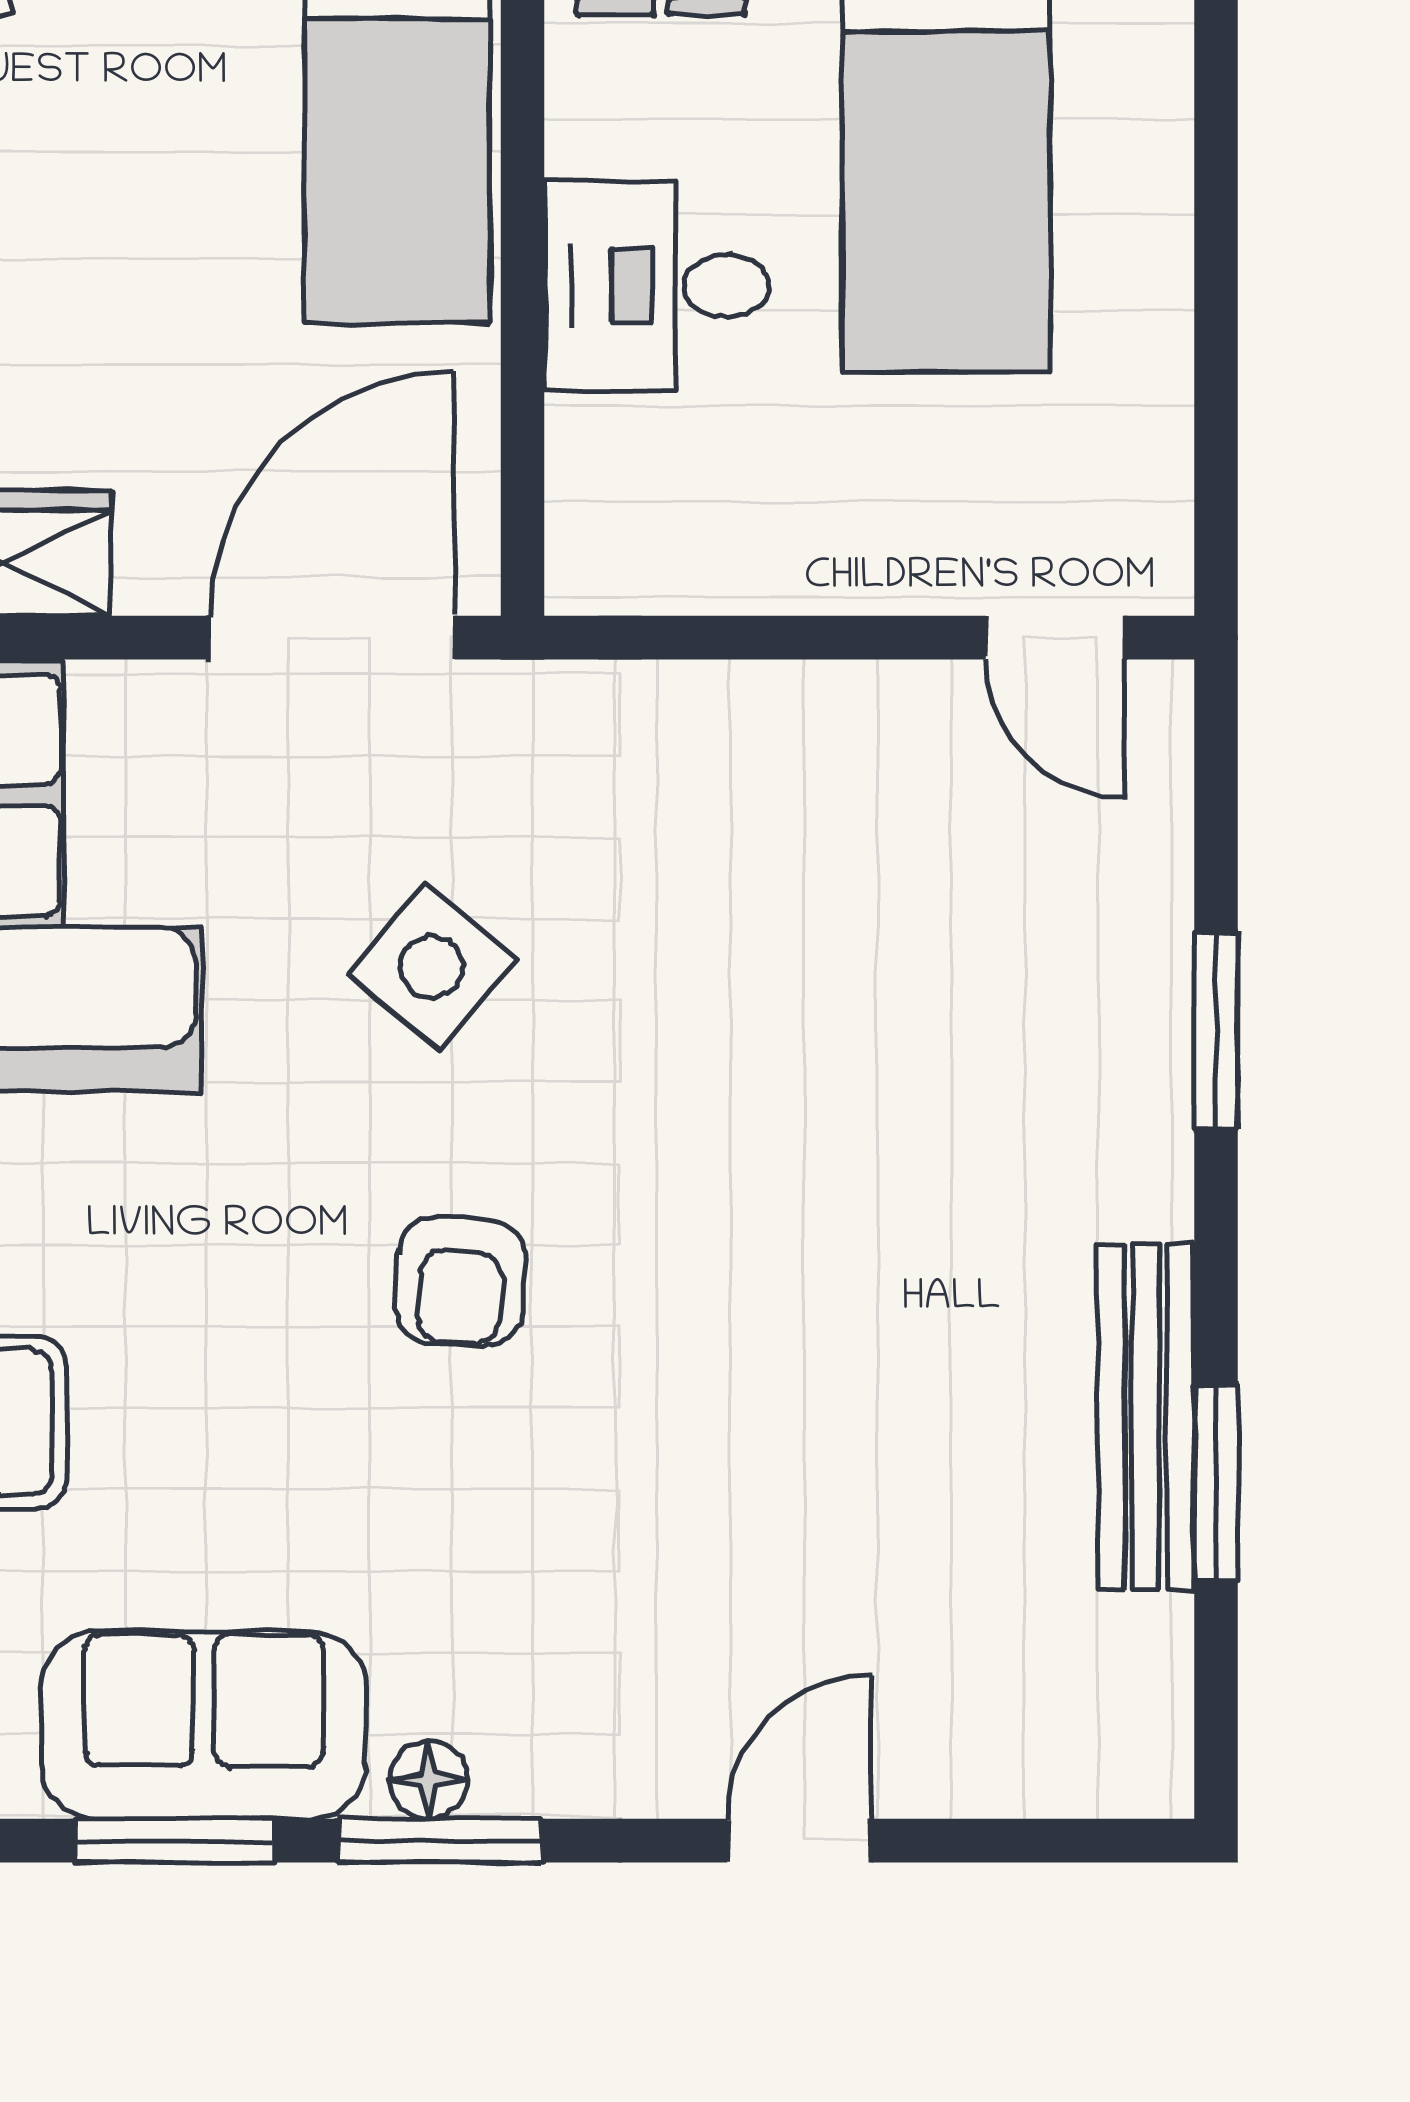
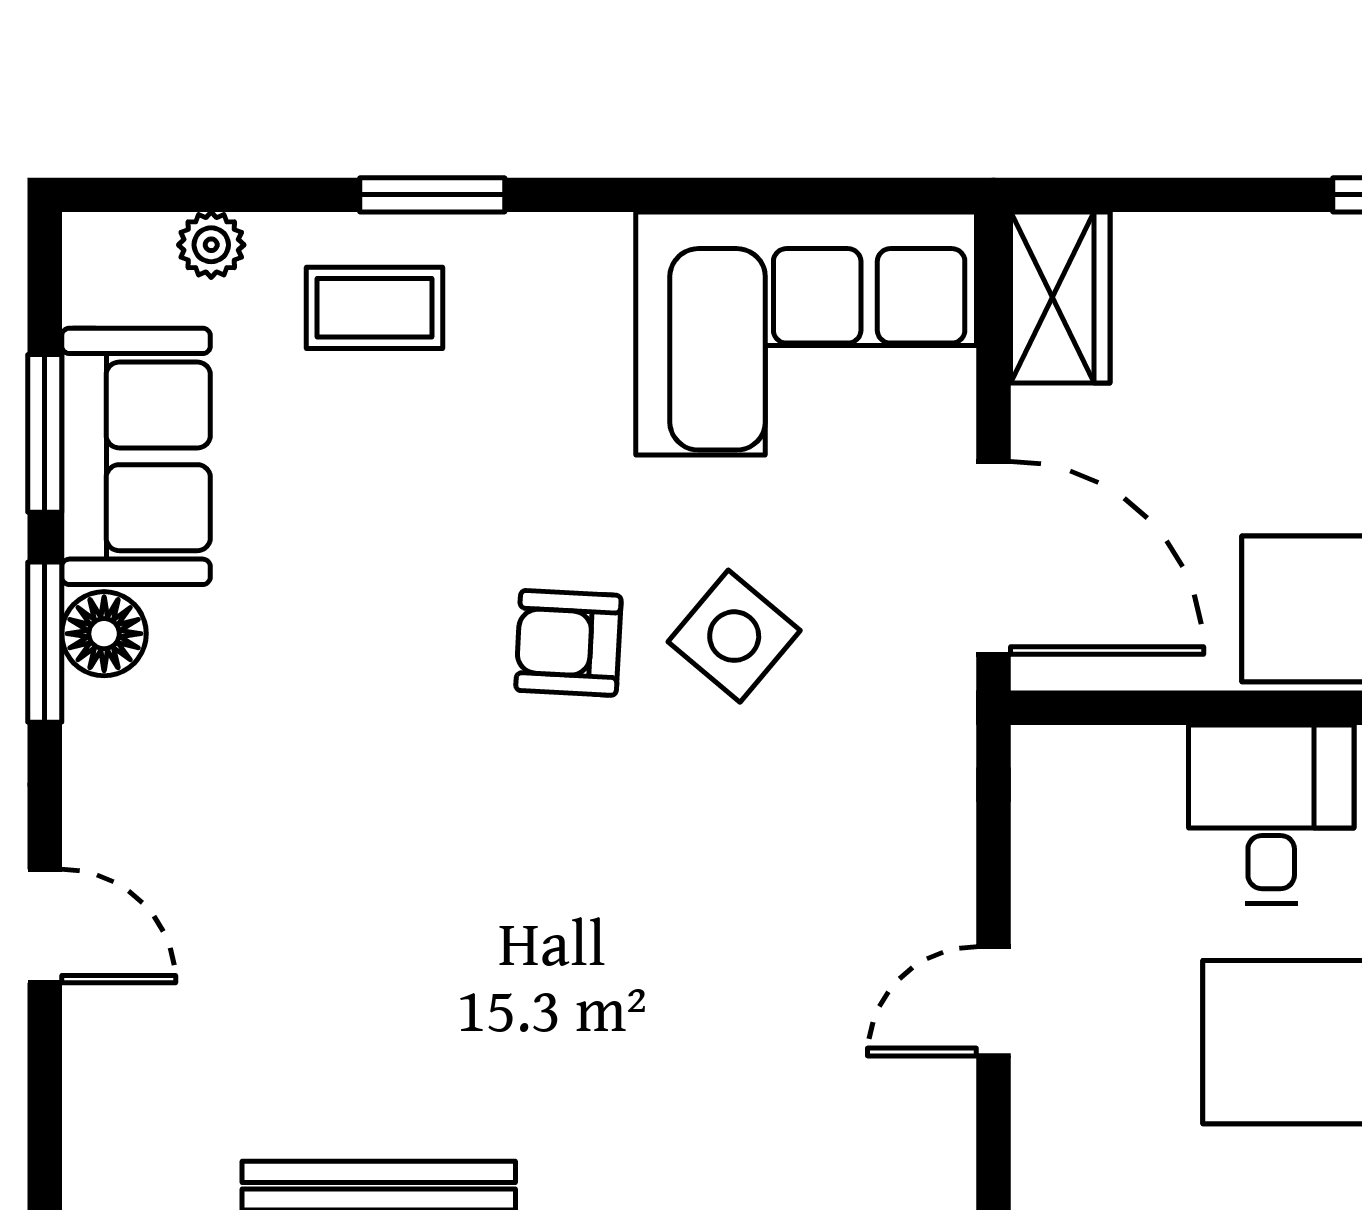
door: (1055, 638) -> (994, 1001), moved
armchair: (460, 1282) -> (568, 643), moved
floor lamp: (429, 1780) -> (104, 634), width x1.37, depth x1.37

